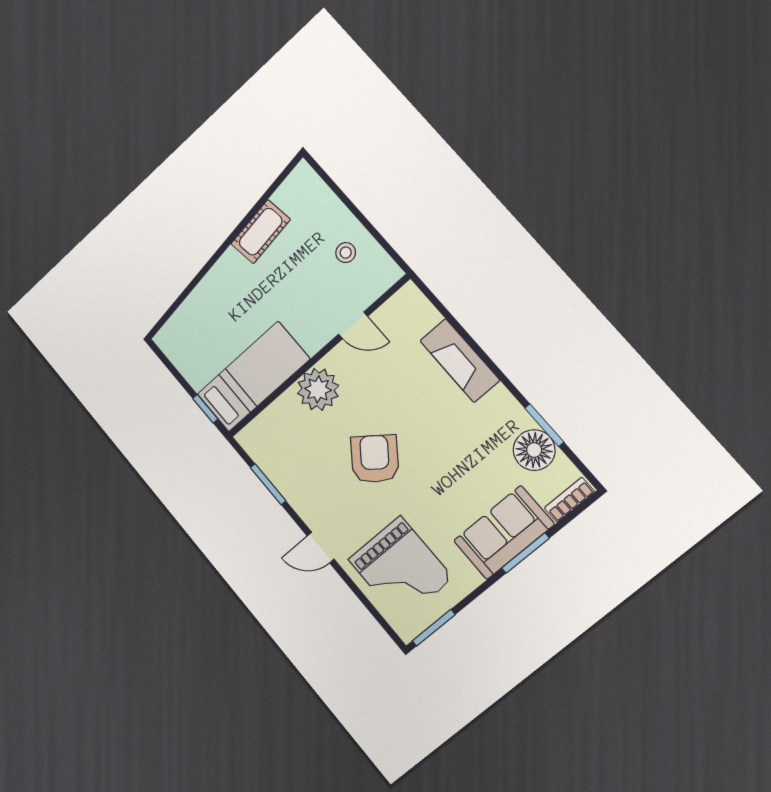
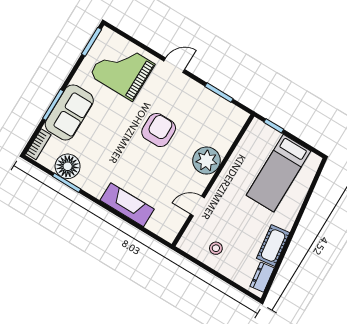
dresser: (291, 189) -> (262, 277), added
bed: (253, 377) -> (278, 173), moved
armchair: (375, 459) -> (159, 130), turned -127

